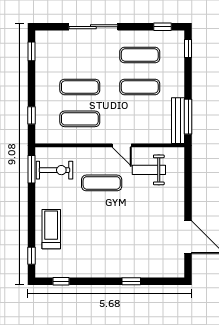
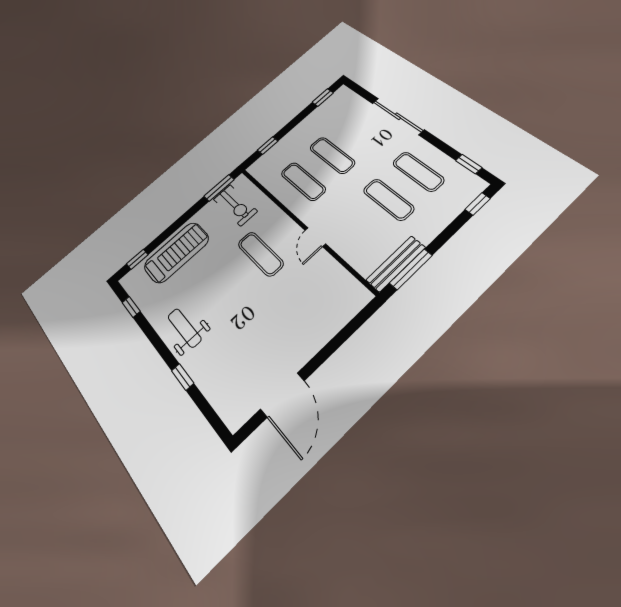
weight bench: (149, 170) -> (184, 328), moved
treadmill: (51, 229) -> (176, 252), width x1.37, depth x1.38

